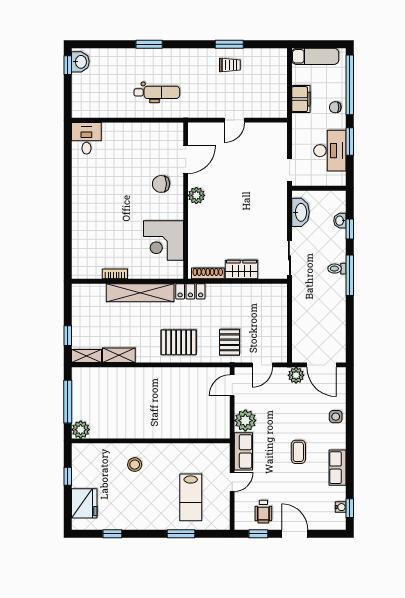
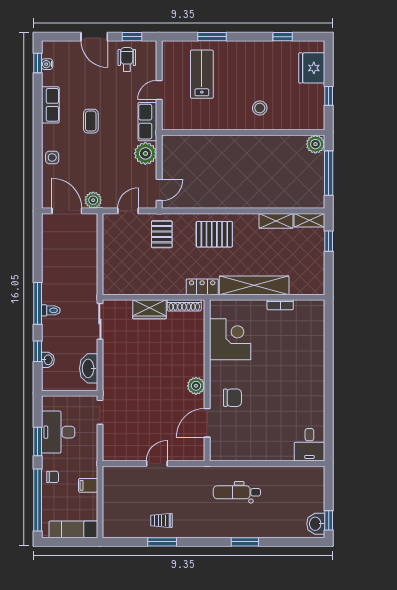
filing cabinet: (301, 99) -> (88, 485), width x0.50

